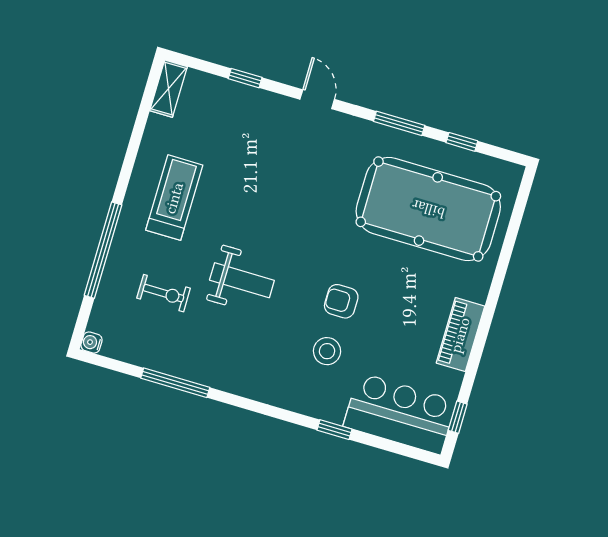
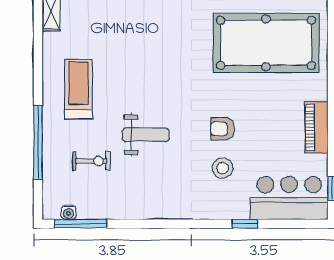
water cooler: (91, 343) -> (69, 212), moved, turned -90
window: (175, 383) -> (80, 224), moved

